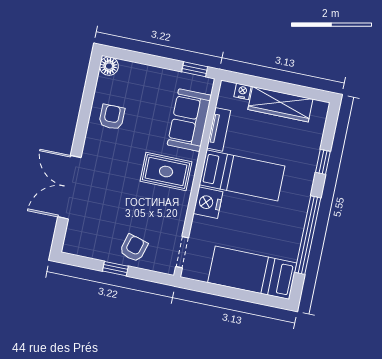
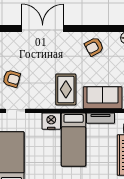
armchair: (112, 117) -> (94, 47), turned 152

